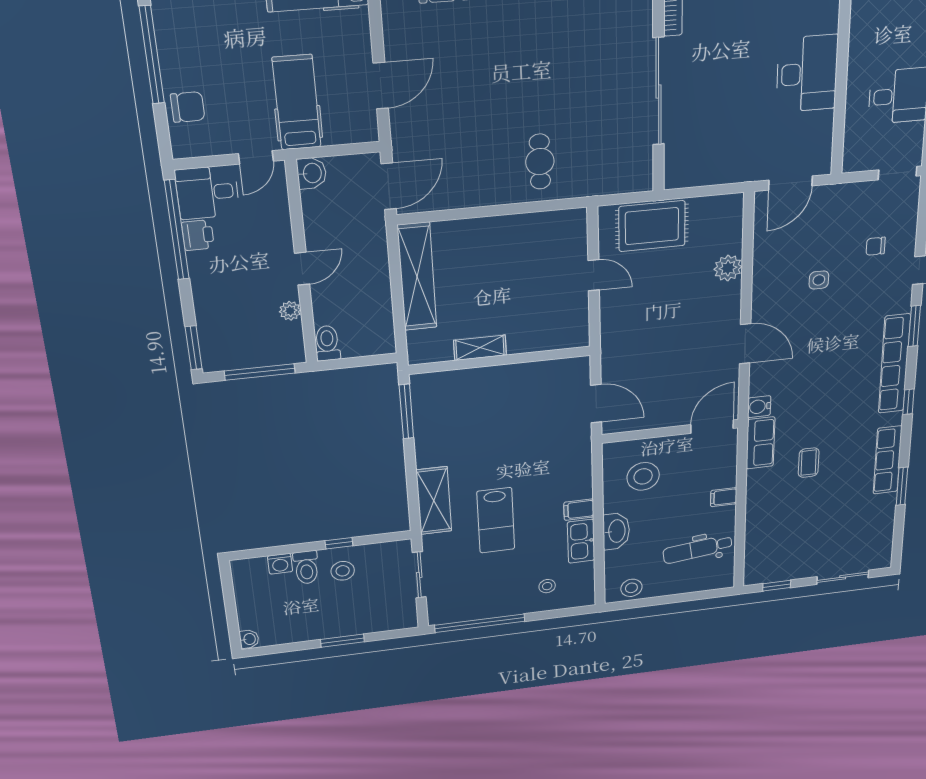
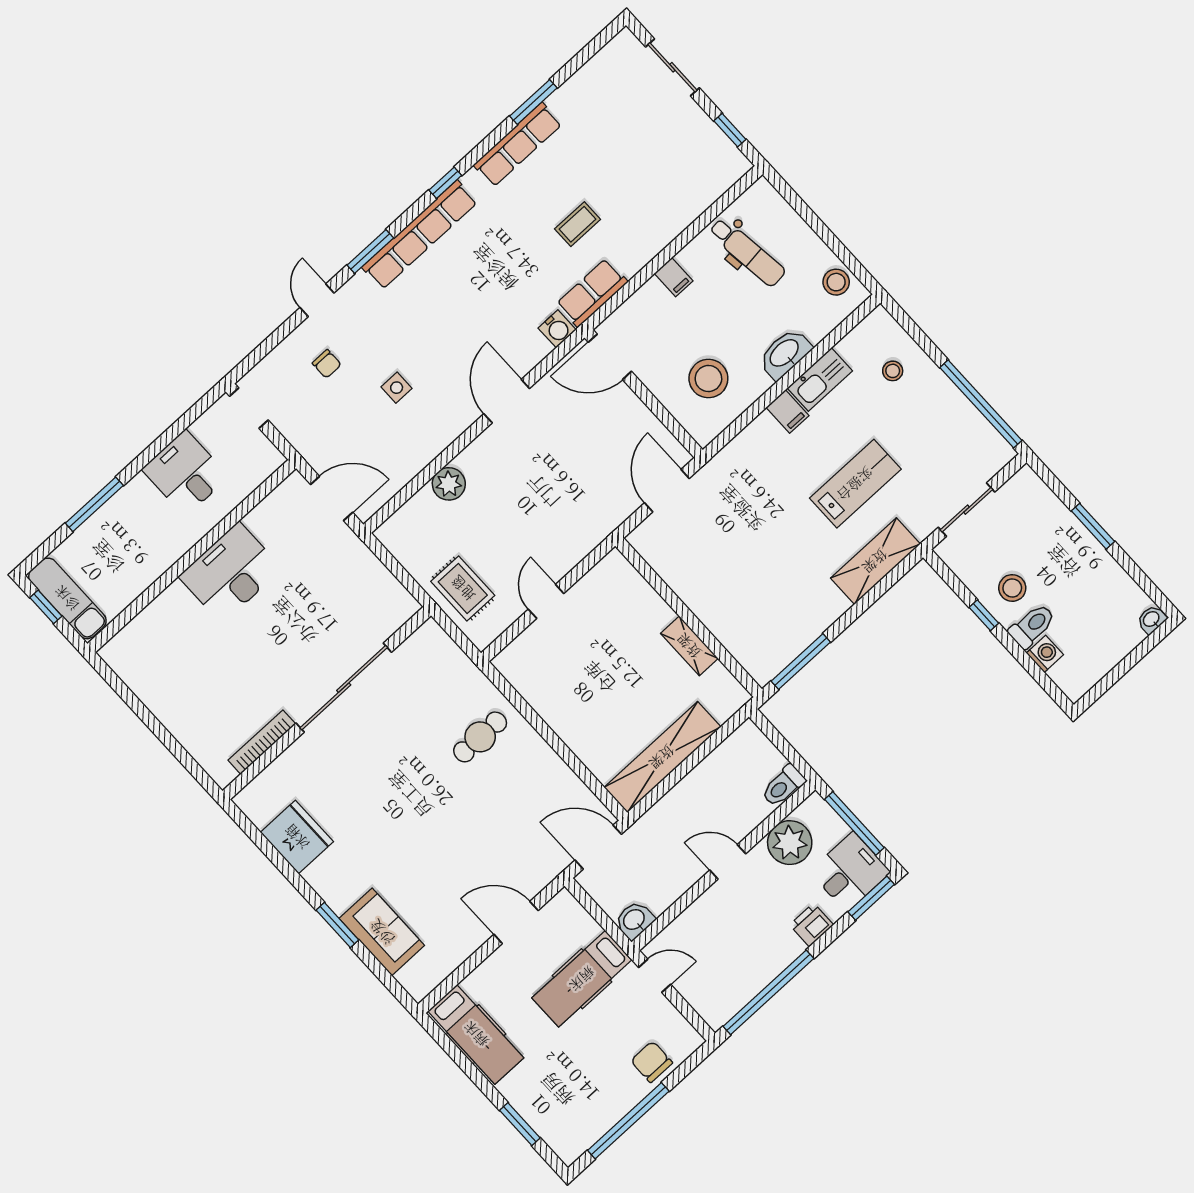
desk: (207, 192) -> (850, 872), moved, turned -90
rug: (652, 226) -> (463, 588), width x0.73, depth x0.70
printer: (198, 235) -> (812, 925), moved
plant: (290, 311) -> (790, 843), width x1.87, depth x1.87

